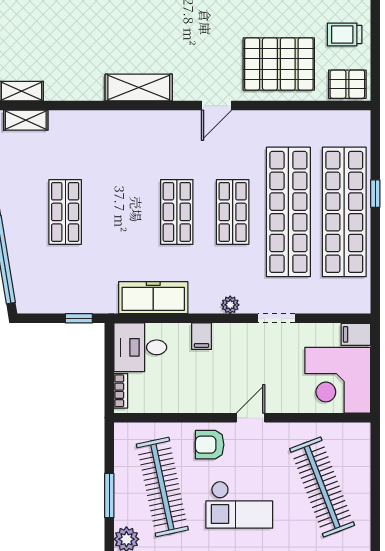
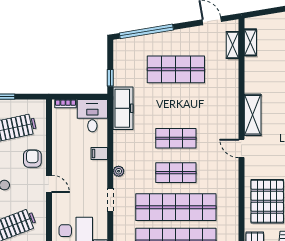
door: (217, 106) -> (241, 148), moved
shop shelf: (65, 212) -> (176, 69), width x1.43, depth x1.36
freezer: (153, 298) -> (123, 108), moved

